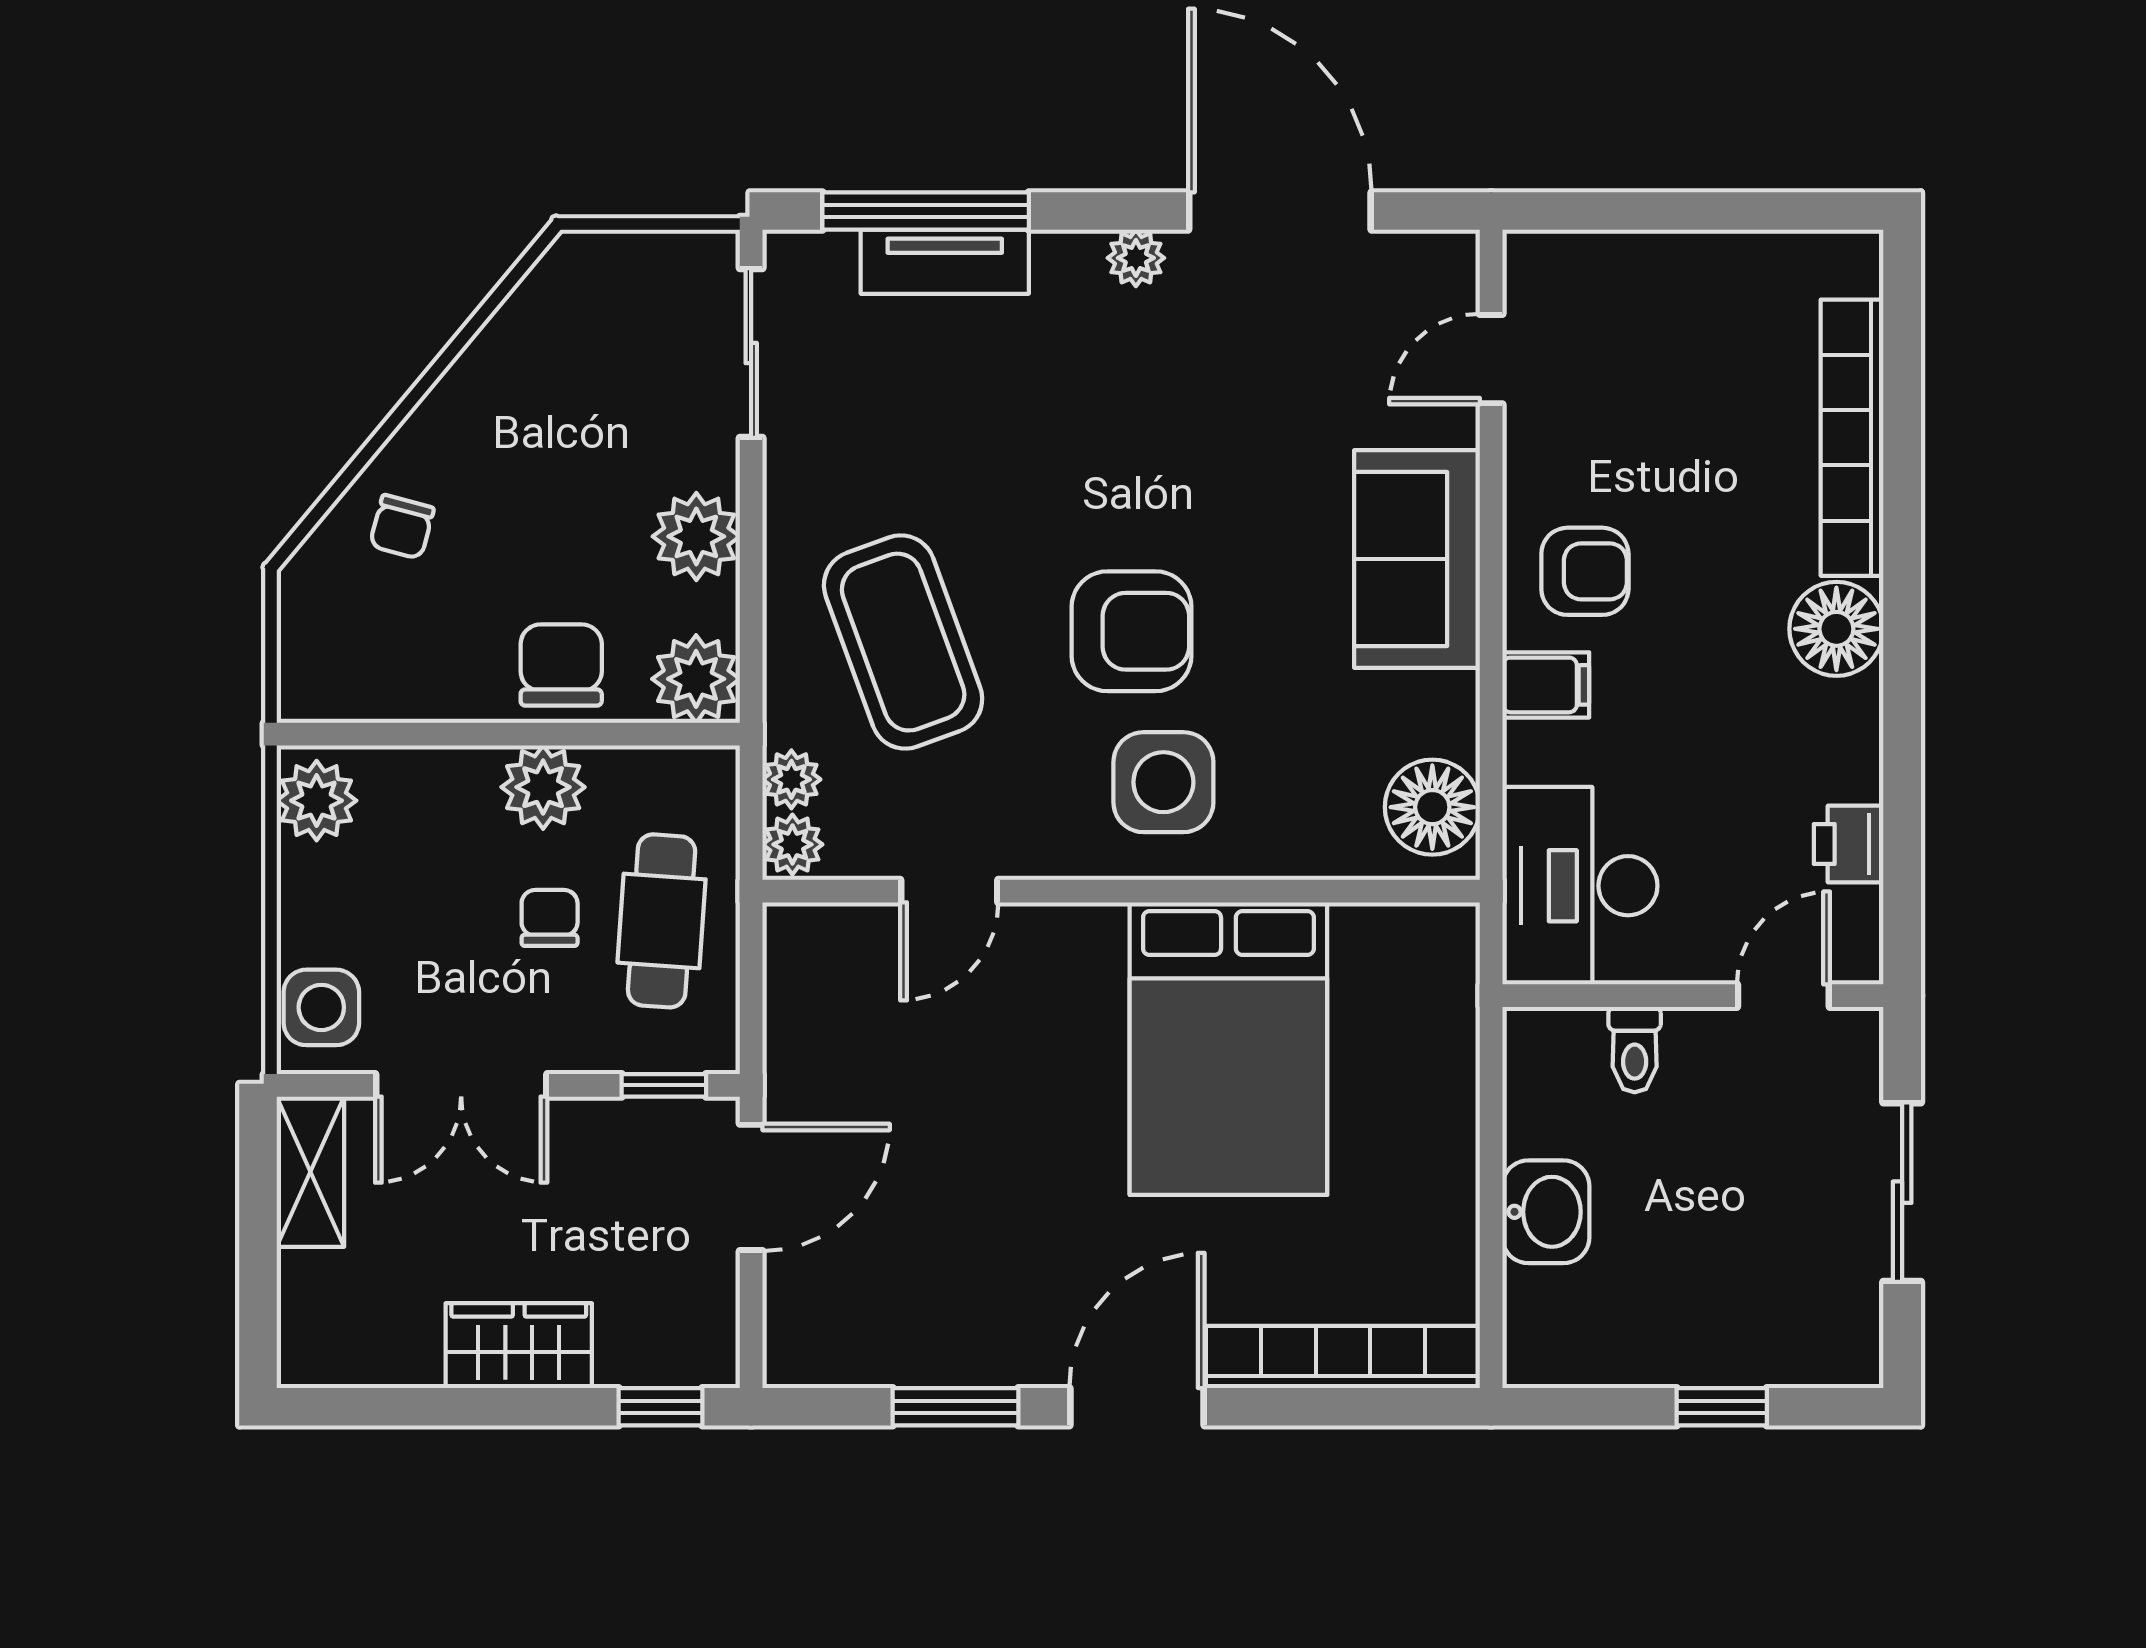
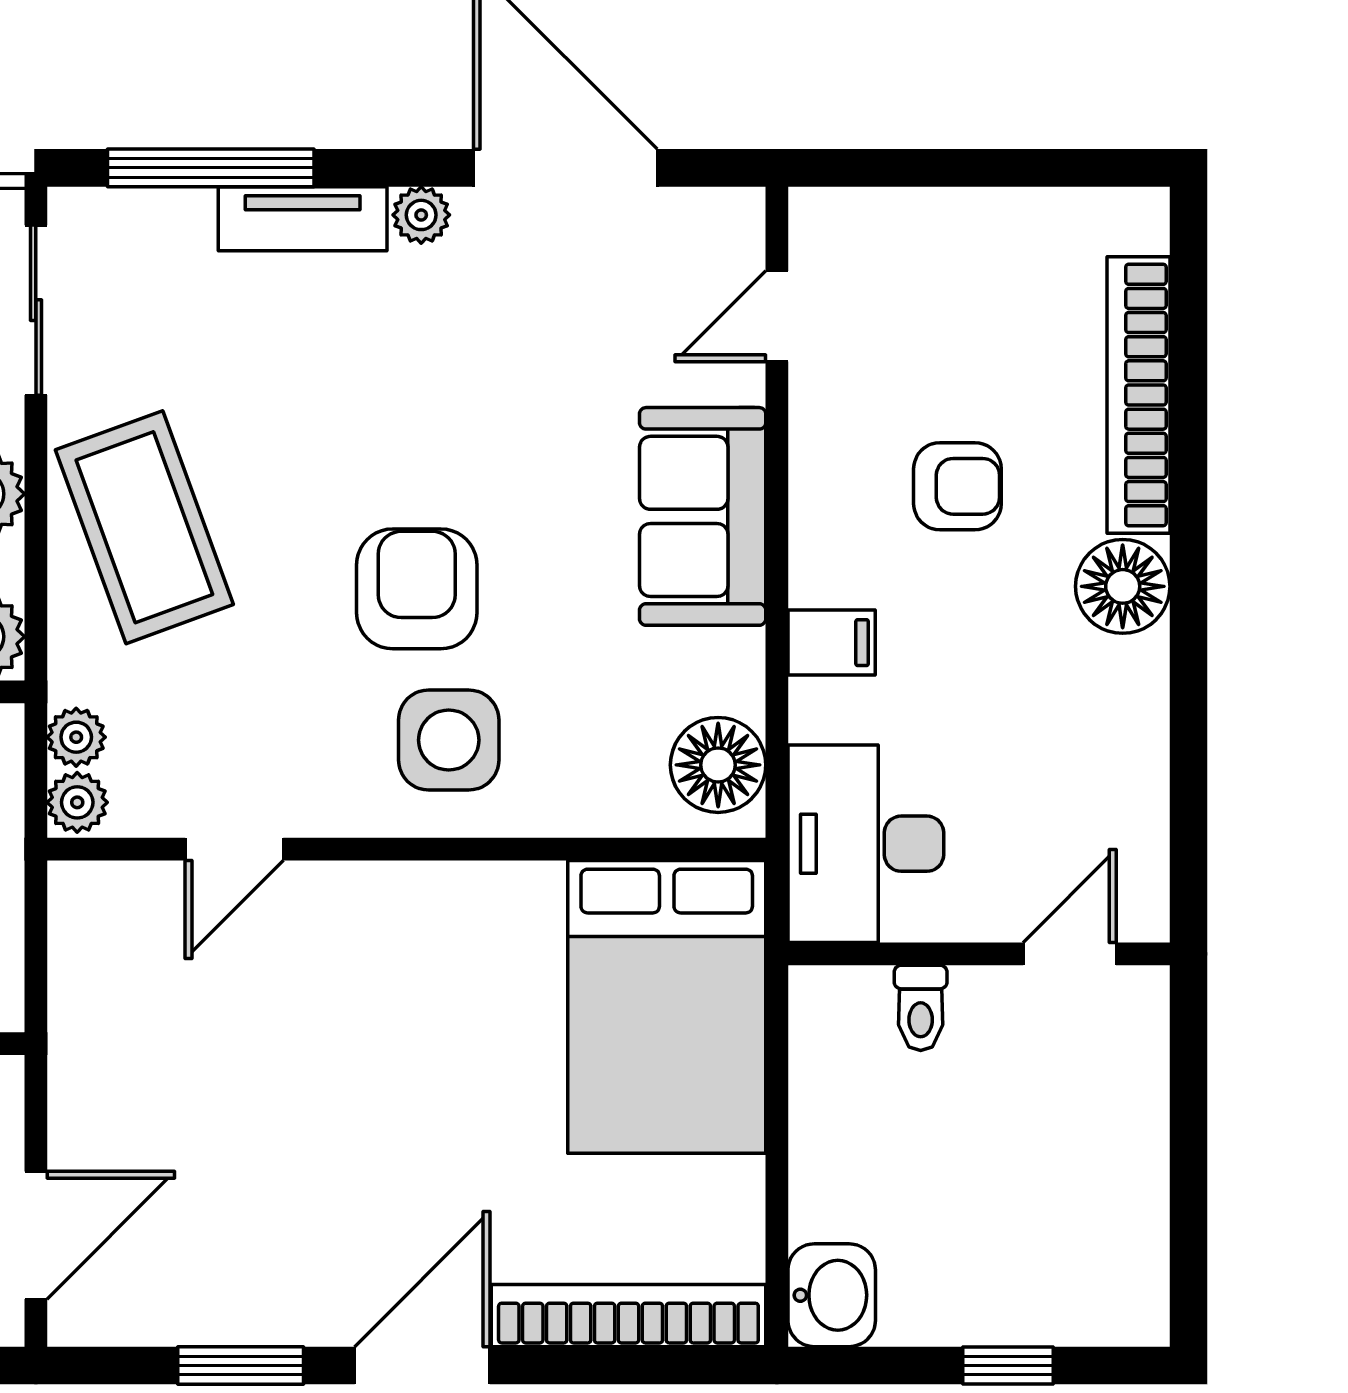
tv unit: (945, 262) -> (303, 219), moved
armchair: (1585, 571) -> (957, 486), moved
armchair: (1131, 631) -> (417, 589), turned -90
coffee table: (903, 642) -> (144, 527), moved
printer: (1849, 844) -> (1135, 802), removed
bed: (1228, 1049) -> (667, 1007), moved
door: (751, 1187) -> (36, 1235), moved
sliding door: (1902, 1192) -> (1189, 1151), removed
washbasin: (1546, 1212) -> (832, 1295), moved

